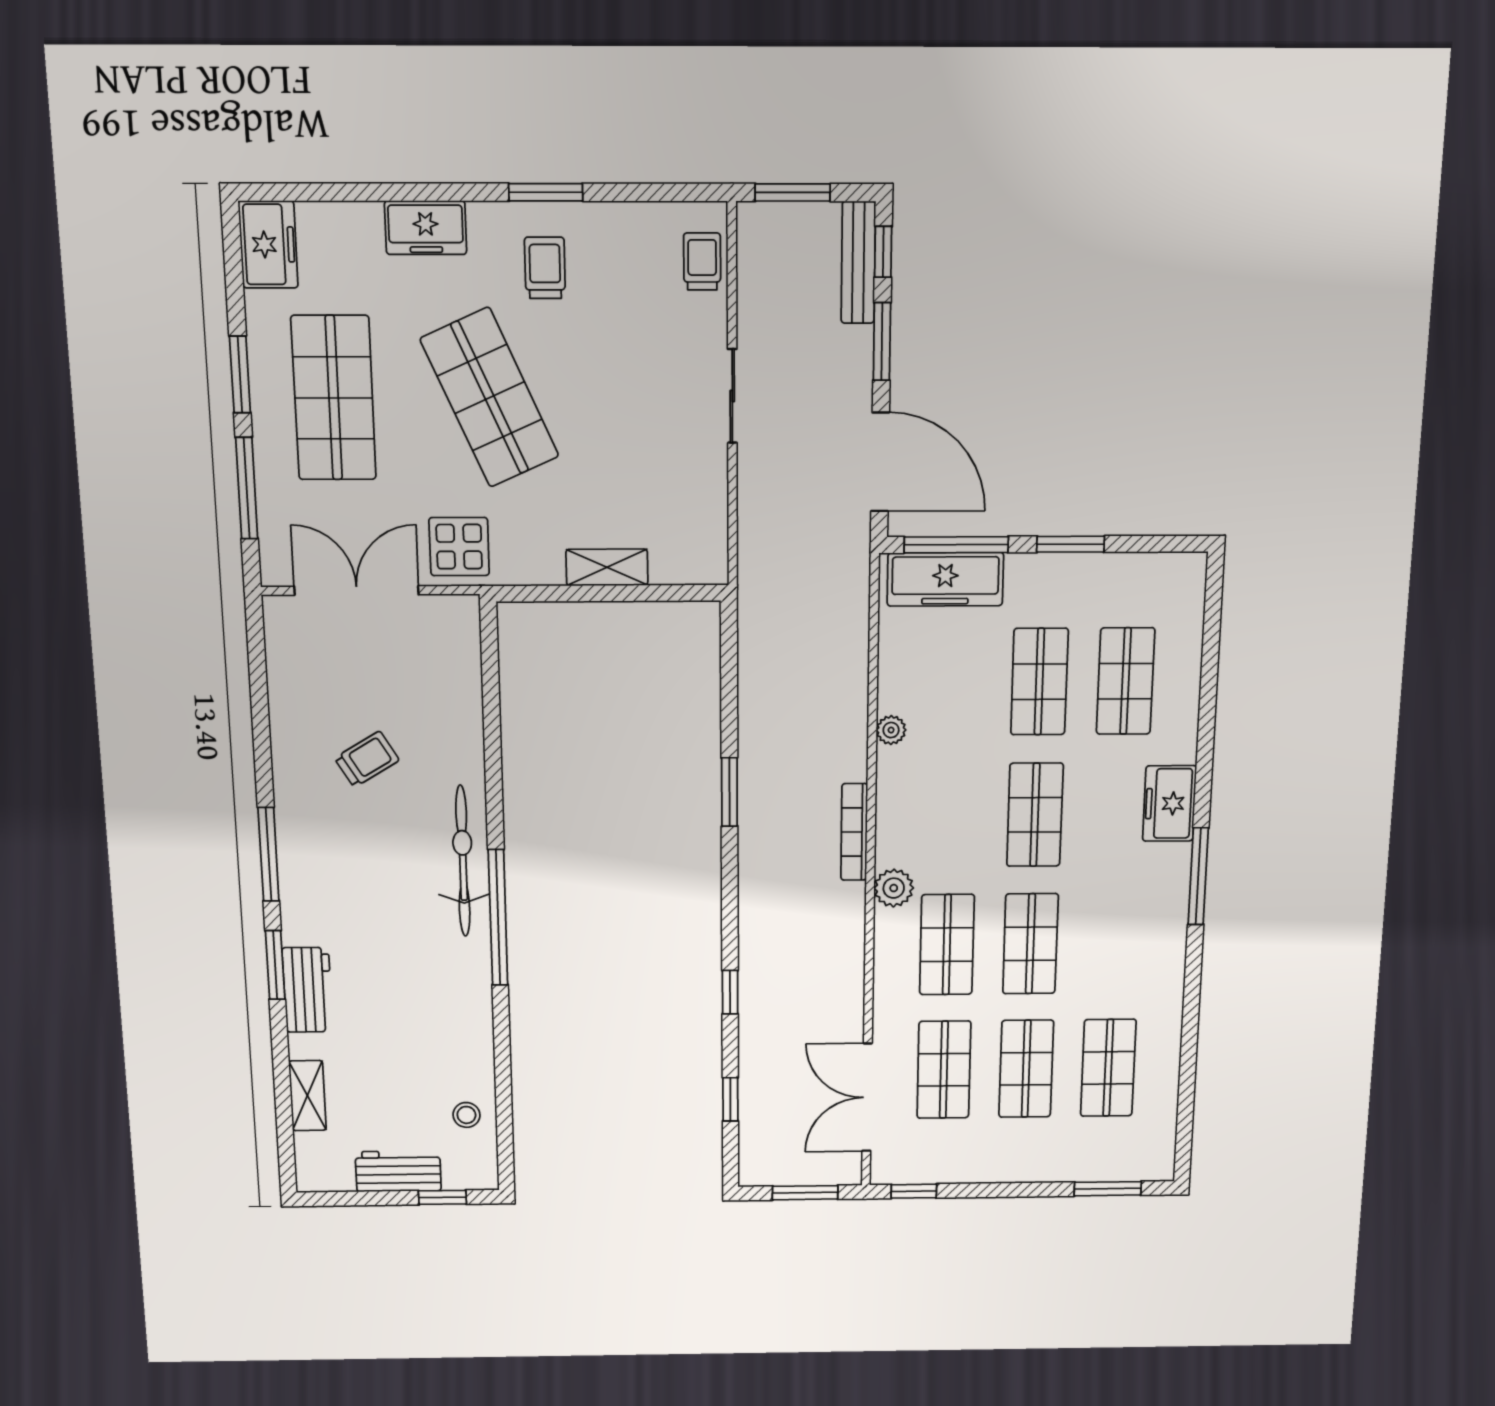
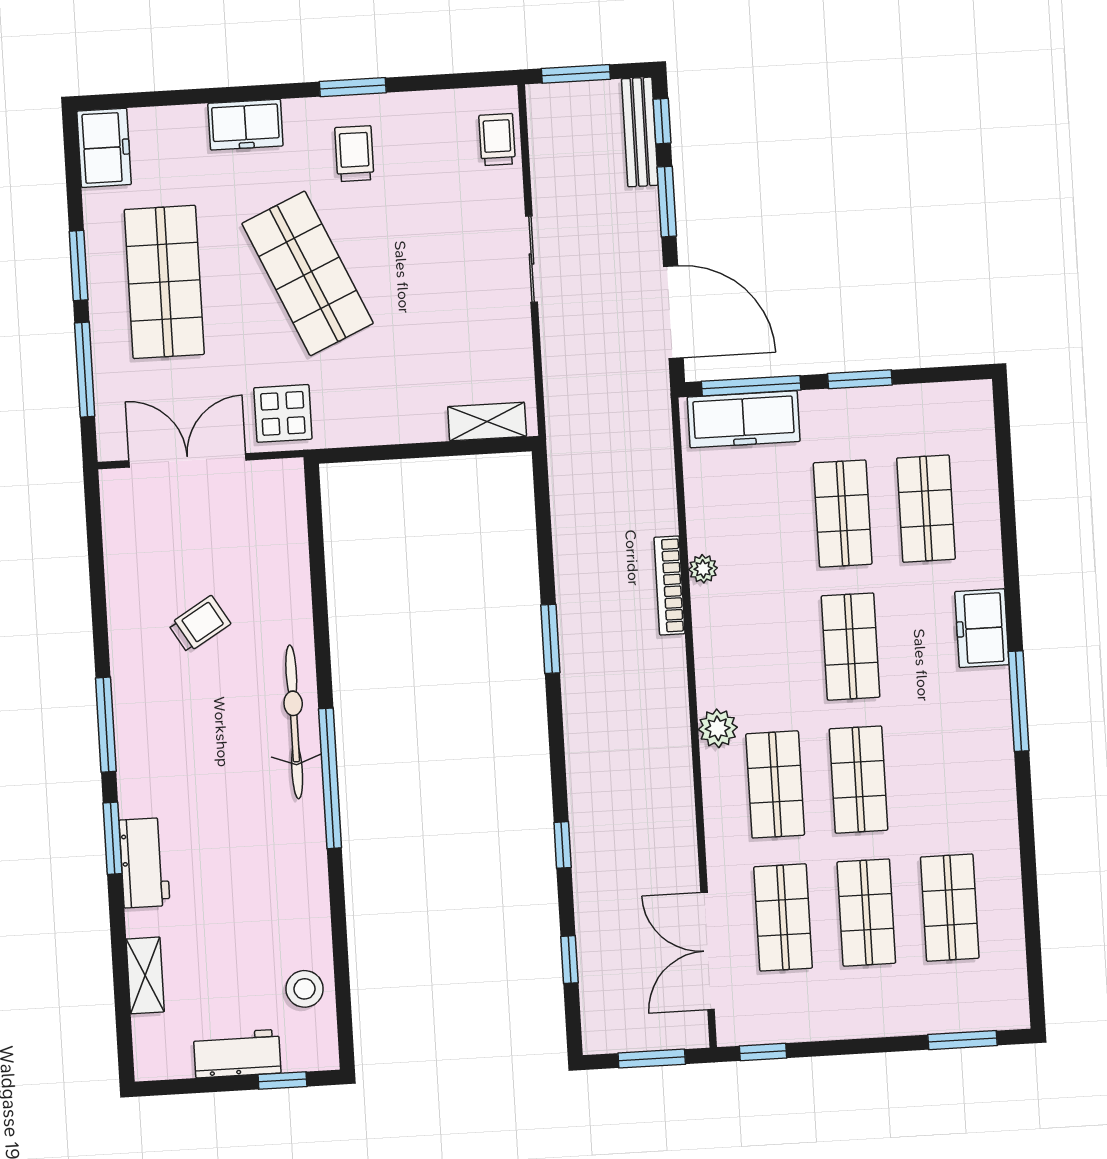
shelving: (607, 567) -> (487, 422), moved
bookcase: (854, 832) -> (669, 586), moved
stool: (466, 1115) -> (305, 989), width x1.37, depth x1.37

